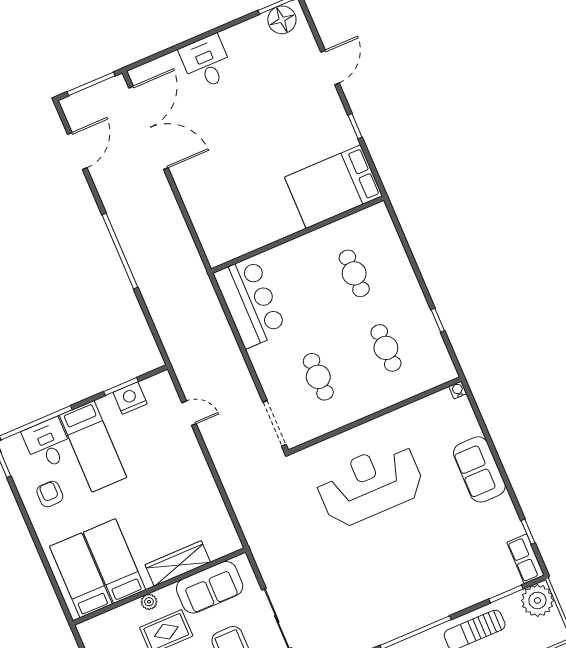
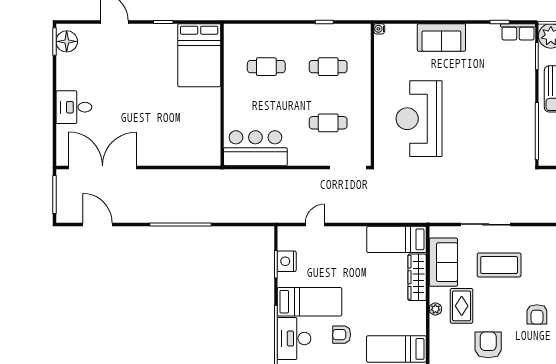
desk: (48, 444) -> (294, 339), width x1.37
armchair: (50, 494) -> (342, 335), moved
bed: (115, 561) -> (397, 239), moved

